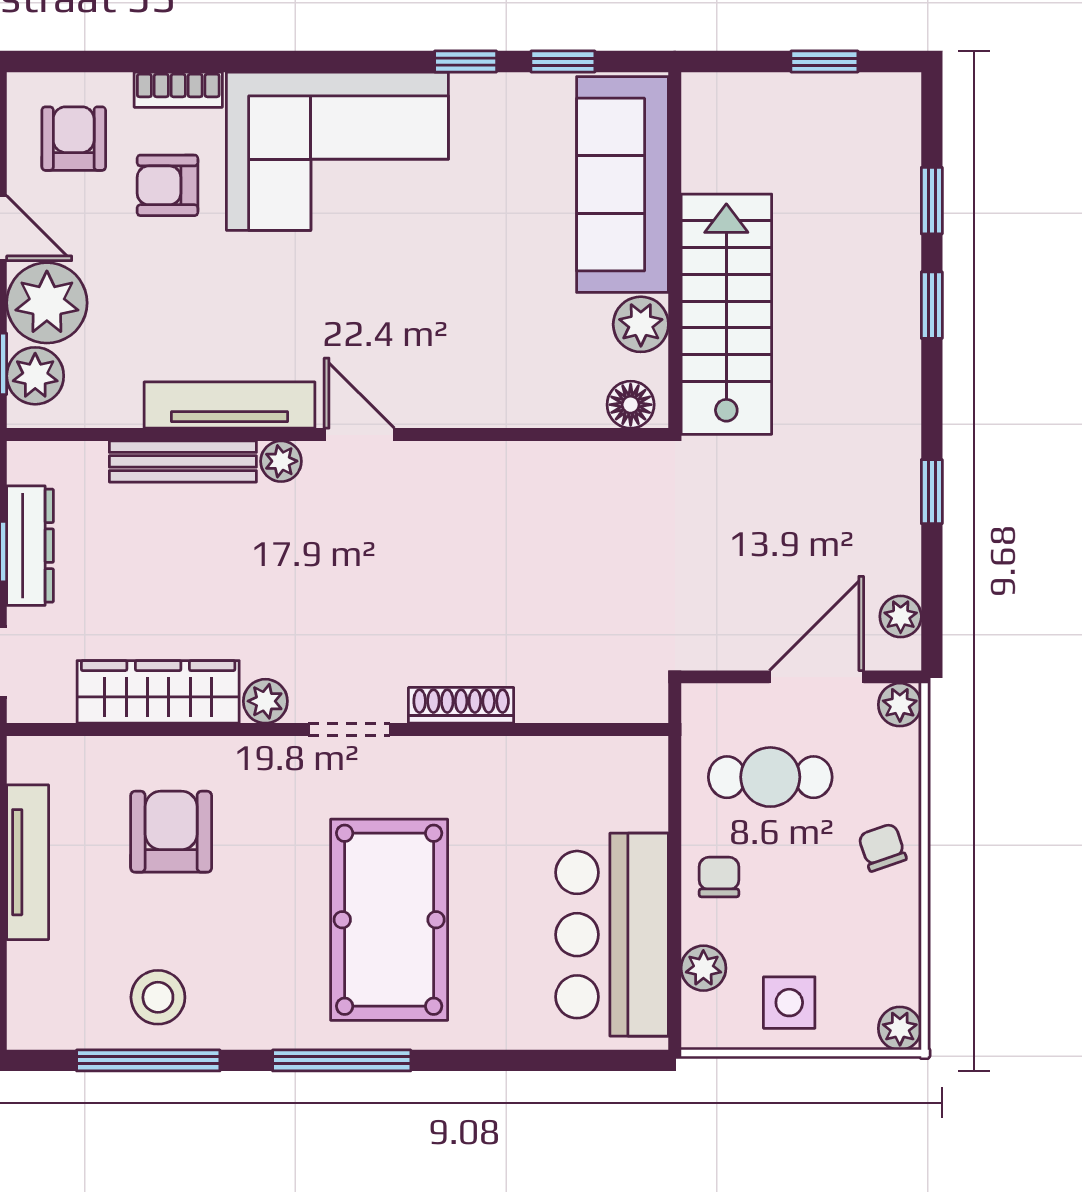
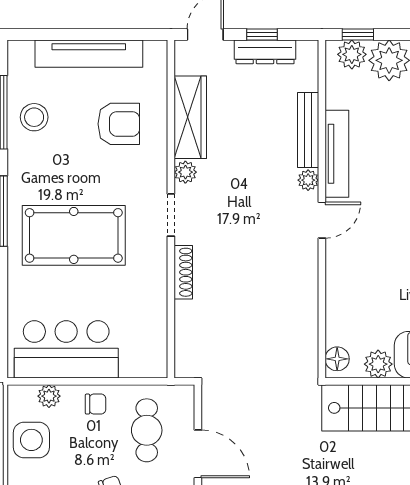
tv unit: (28, 862) -> (89, 54), width x1.36, depth x1.29
side table: (789, 1003) -> (31, 440), width x1.37, depth x1.37

